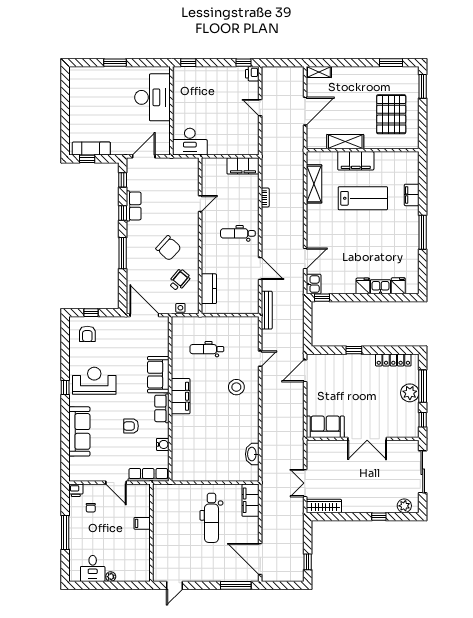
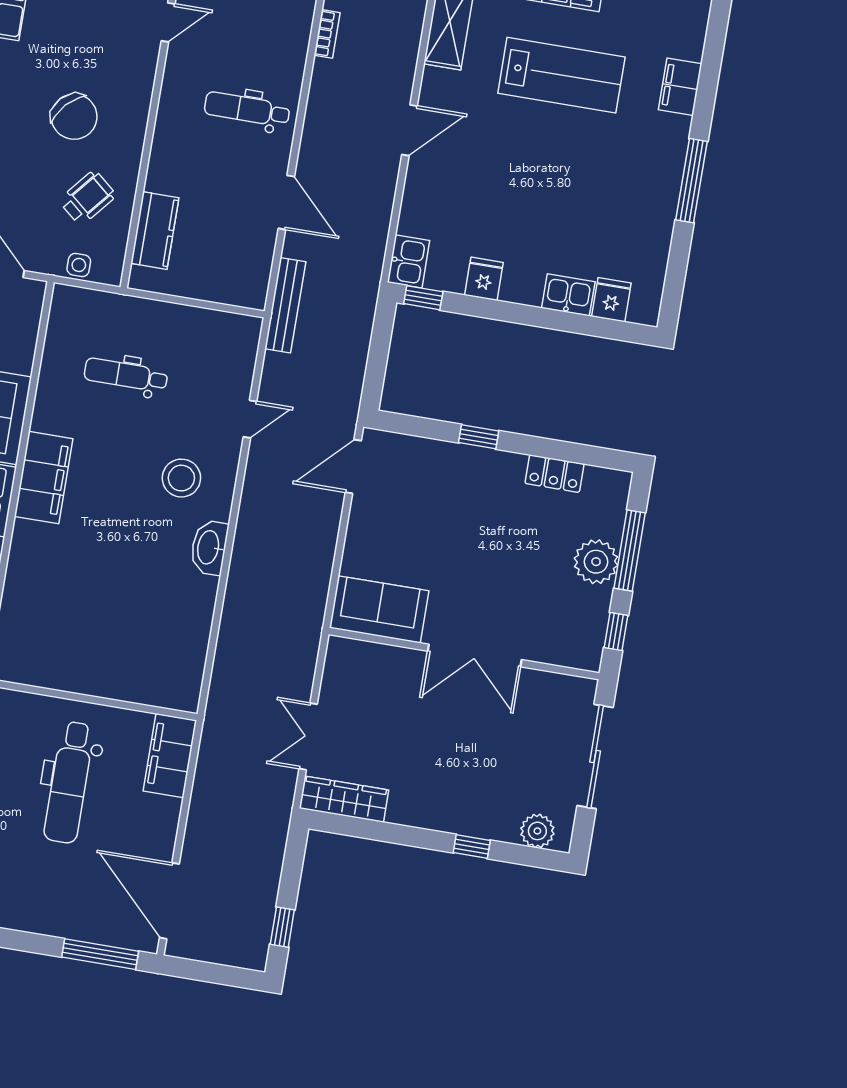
door: (305, 259) -> (410, 130), moved
fridge: (363, 286) -> (484, 279), moved
locker: (393, 360) -> (555, 474), width x0.66
washbasin: (252, 454) -> (209, 547), moved

